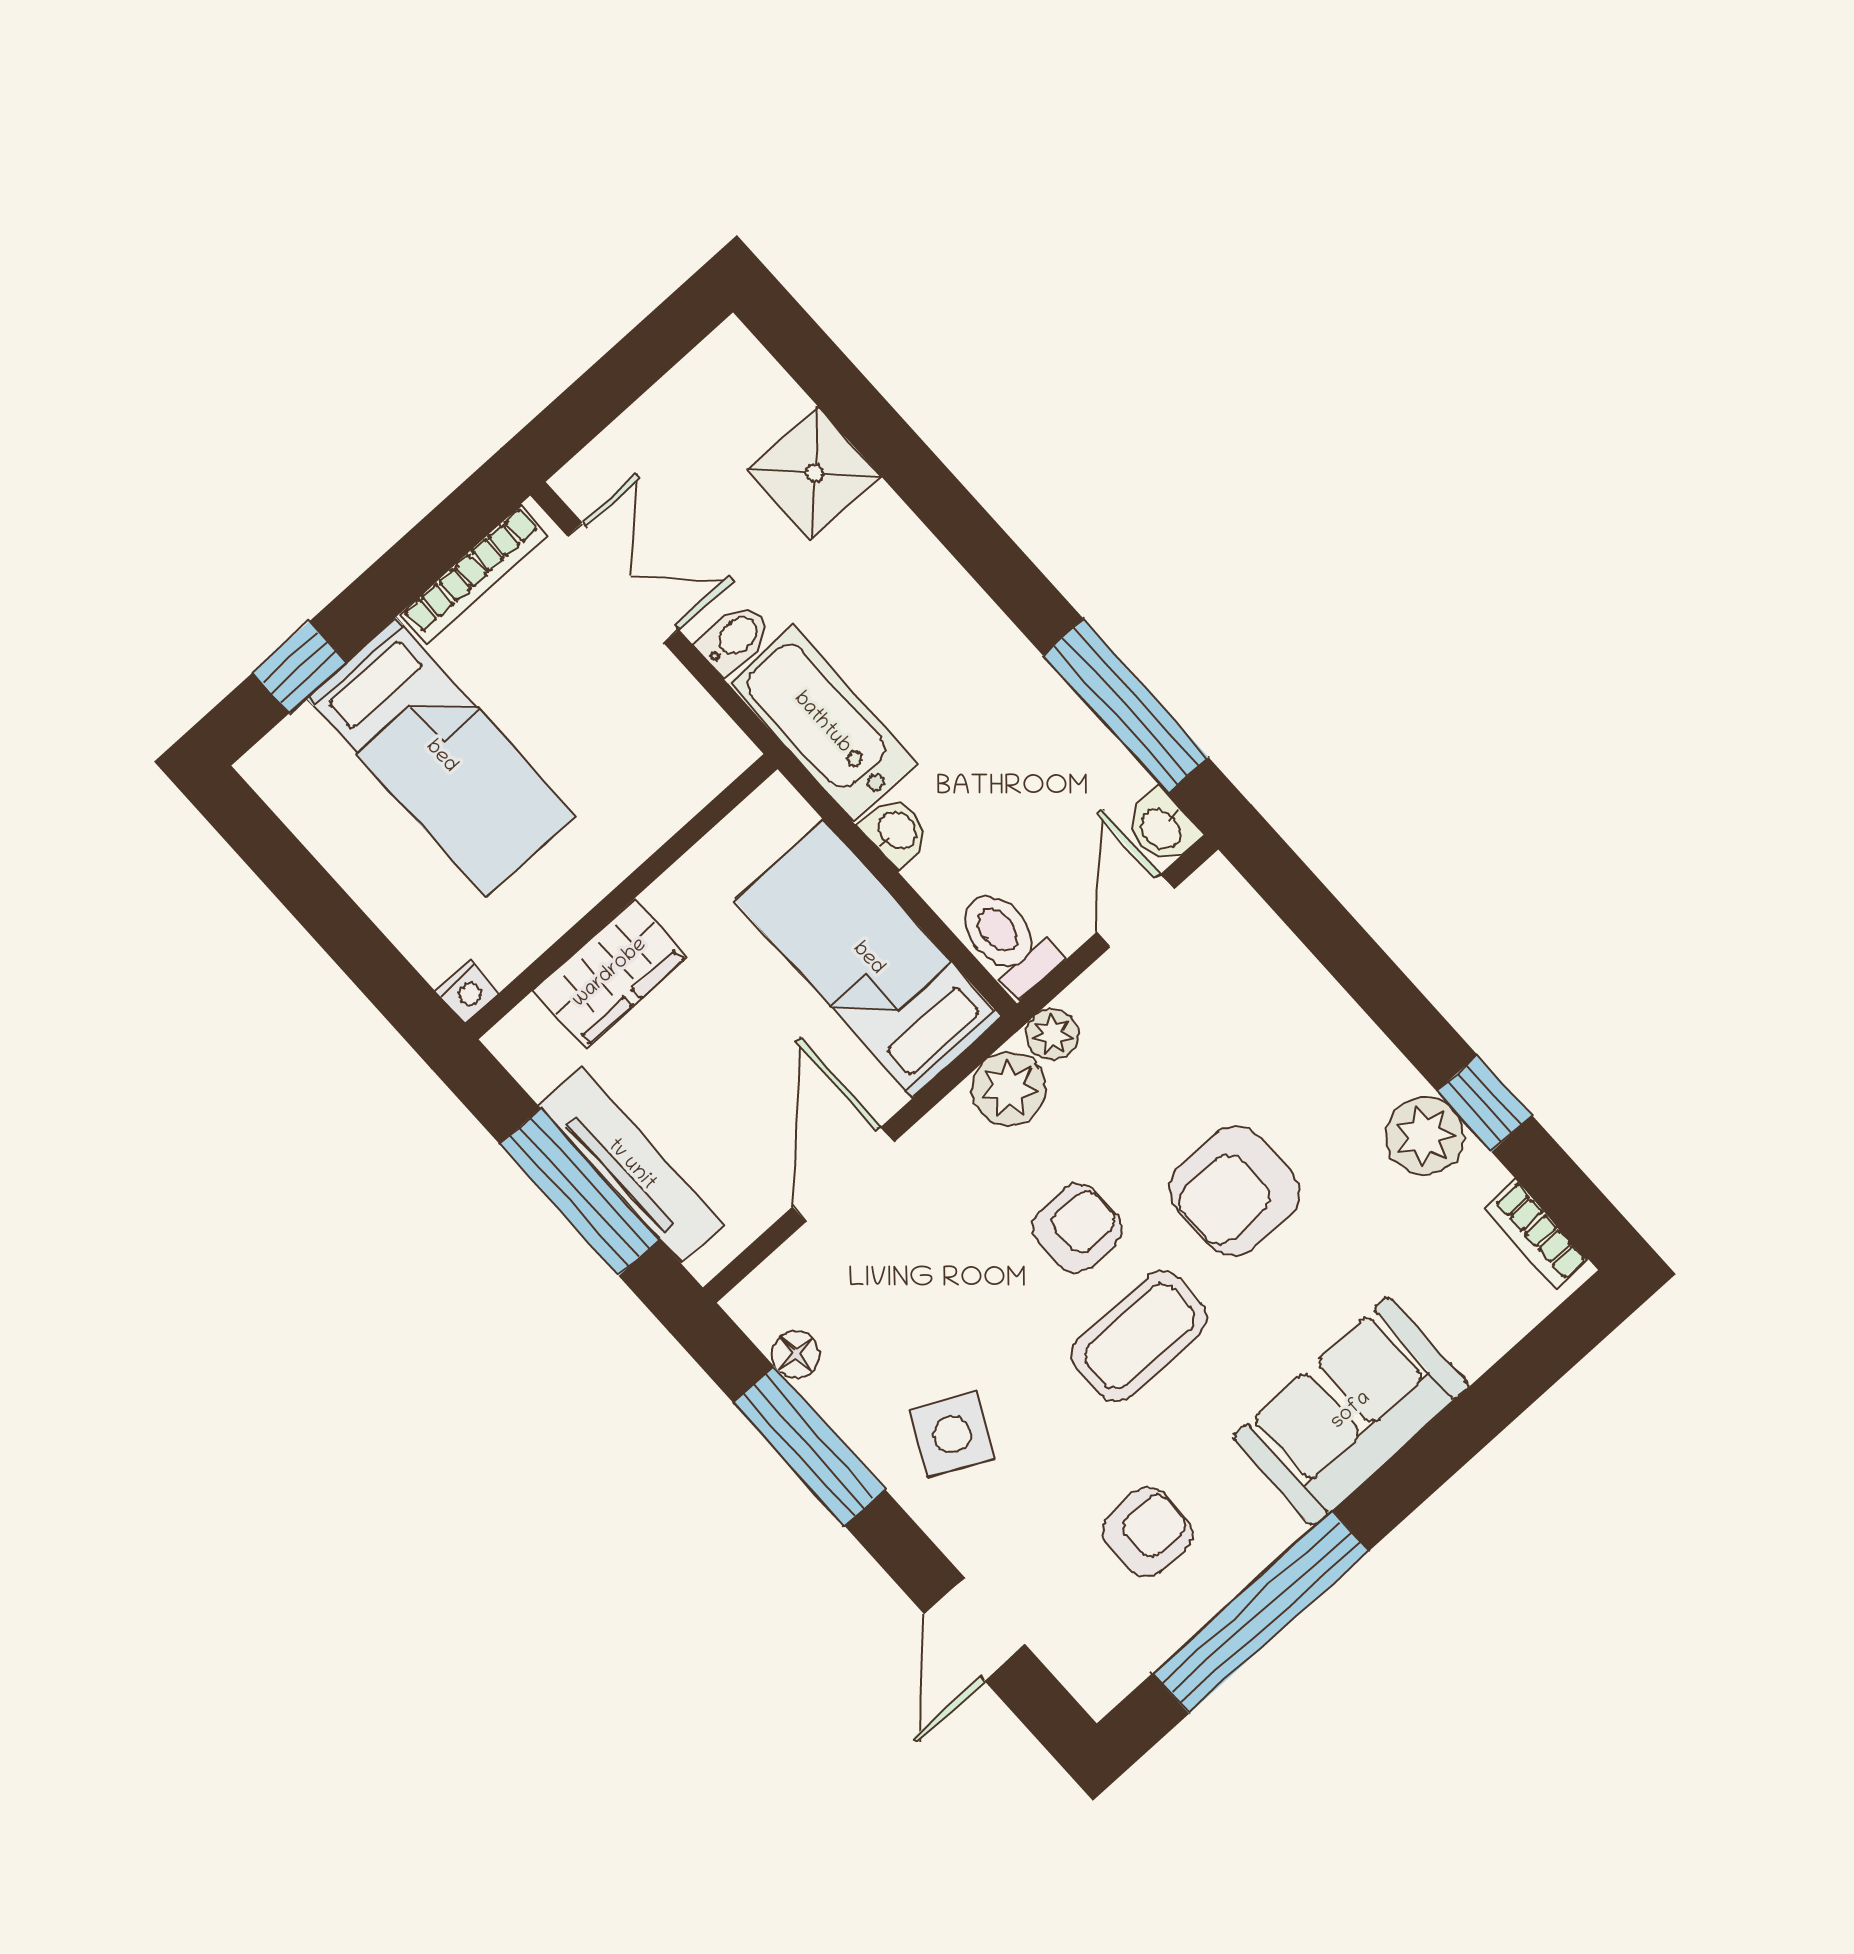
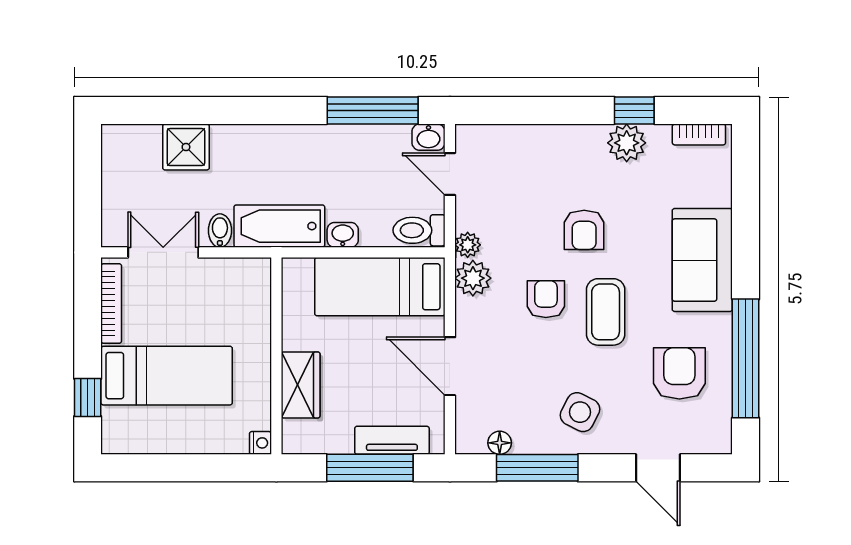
tv unit: (631, 1165) -> (392, 440), width x0.71
armchair: (1234, 1191) -> (584, 230), width x0.72, depth x0.72
armchair: (1147, 1532) -> (679, 373), width x1.38, depth x1.38

